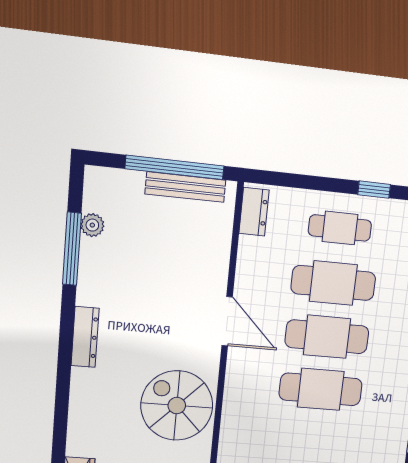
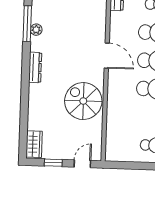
plant: (92, 225) -> (36, 30), moved

